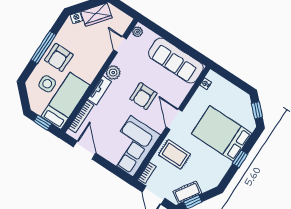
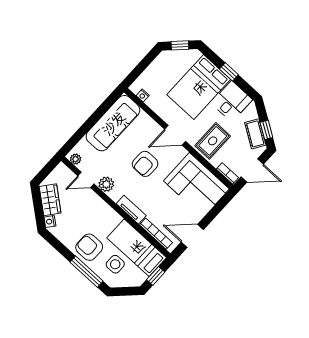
window: (44, 47) -> (86, 272), moved
armchair: (59, 57) -> (89, 247), turned 180
plant: (113, 73) -> (106, 184), moved
armchair: (143, 96) -> (145, 164), turned 90
desk: (214, 166) -> (232, 101), added

